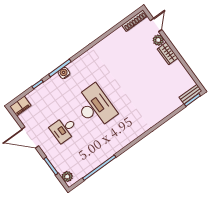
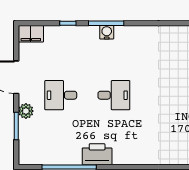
desk: (95, 107) -> (114, 95), width x0.53, depth x0.77
printer: (110, 148) -> (97, 154), added
plant: (67, 177) -> (26, 111), moved

